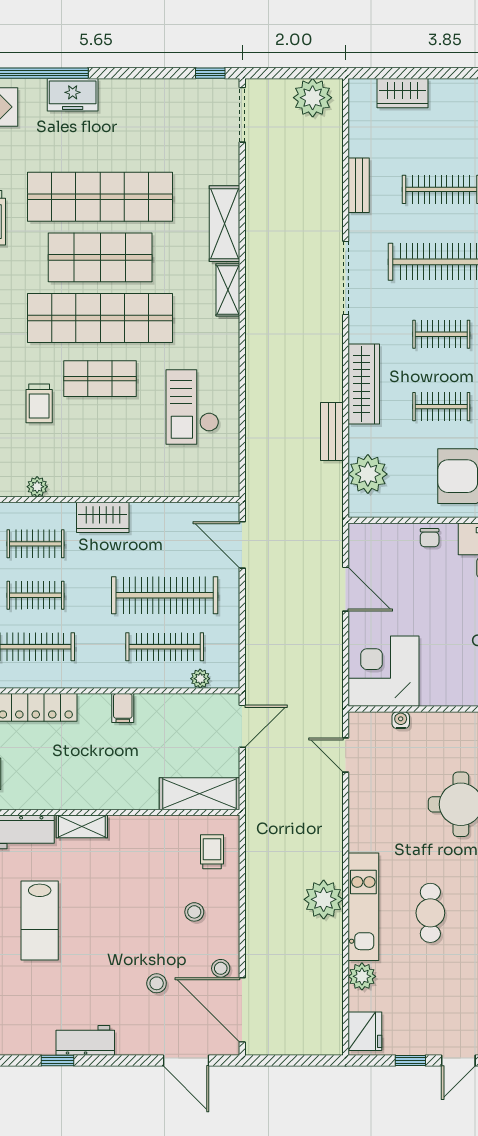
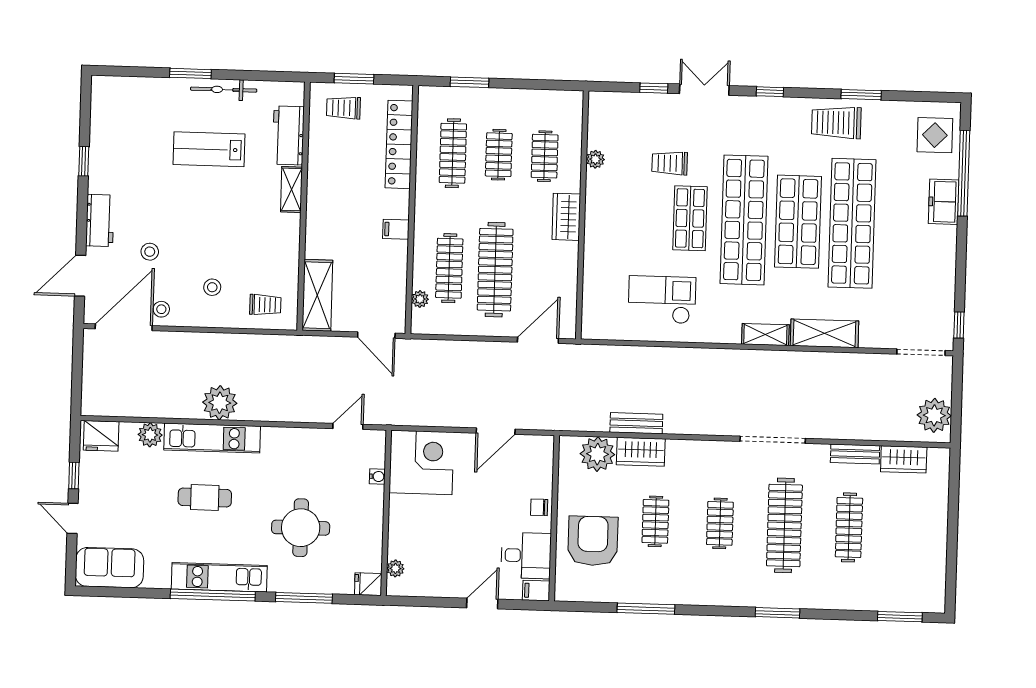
wardrobe: (403, 93) -> (904, 459), moved, turned -90
wardrobe: (364, 384) -> (641, 452), moved, width x0.67
workbench: (85, 1040) -> (100, 220), moved

